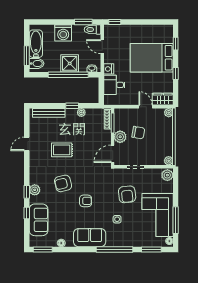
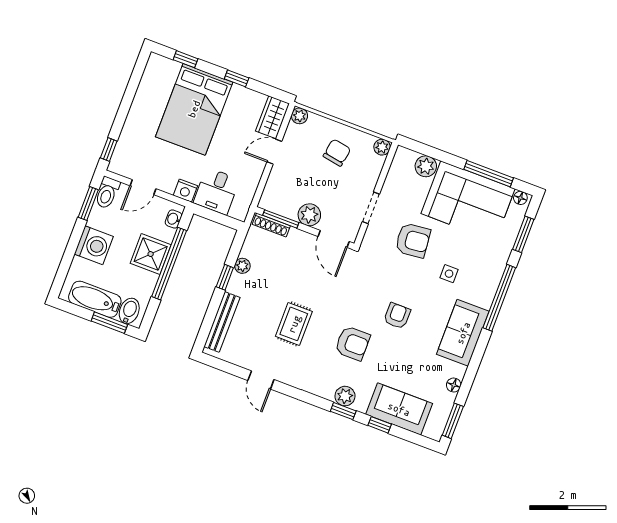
chair: (138, 133) -> (337, 153), moved
plant: (167, 175) -> (426, 166), moved
armchair: (63, 183) -> (352, 343), turned -76

